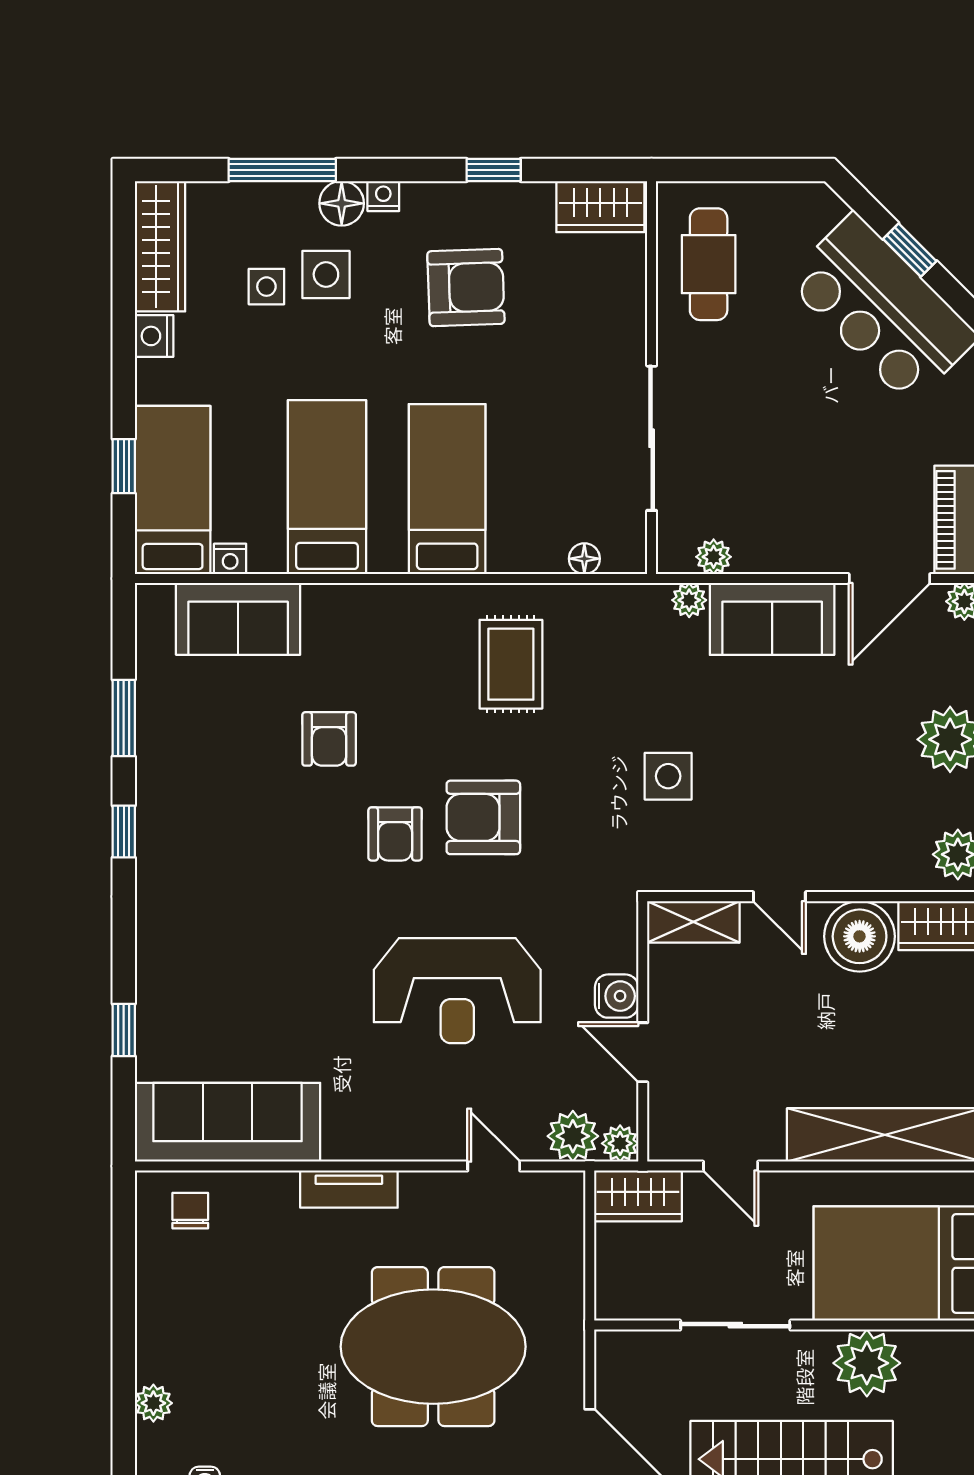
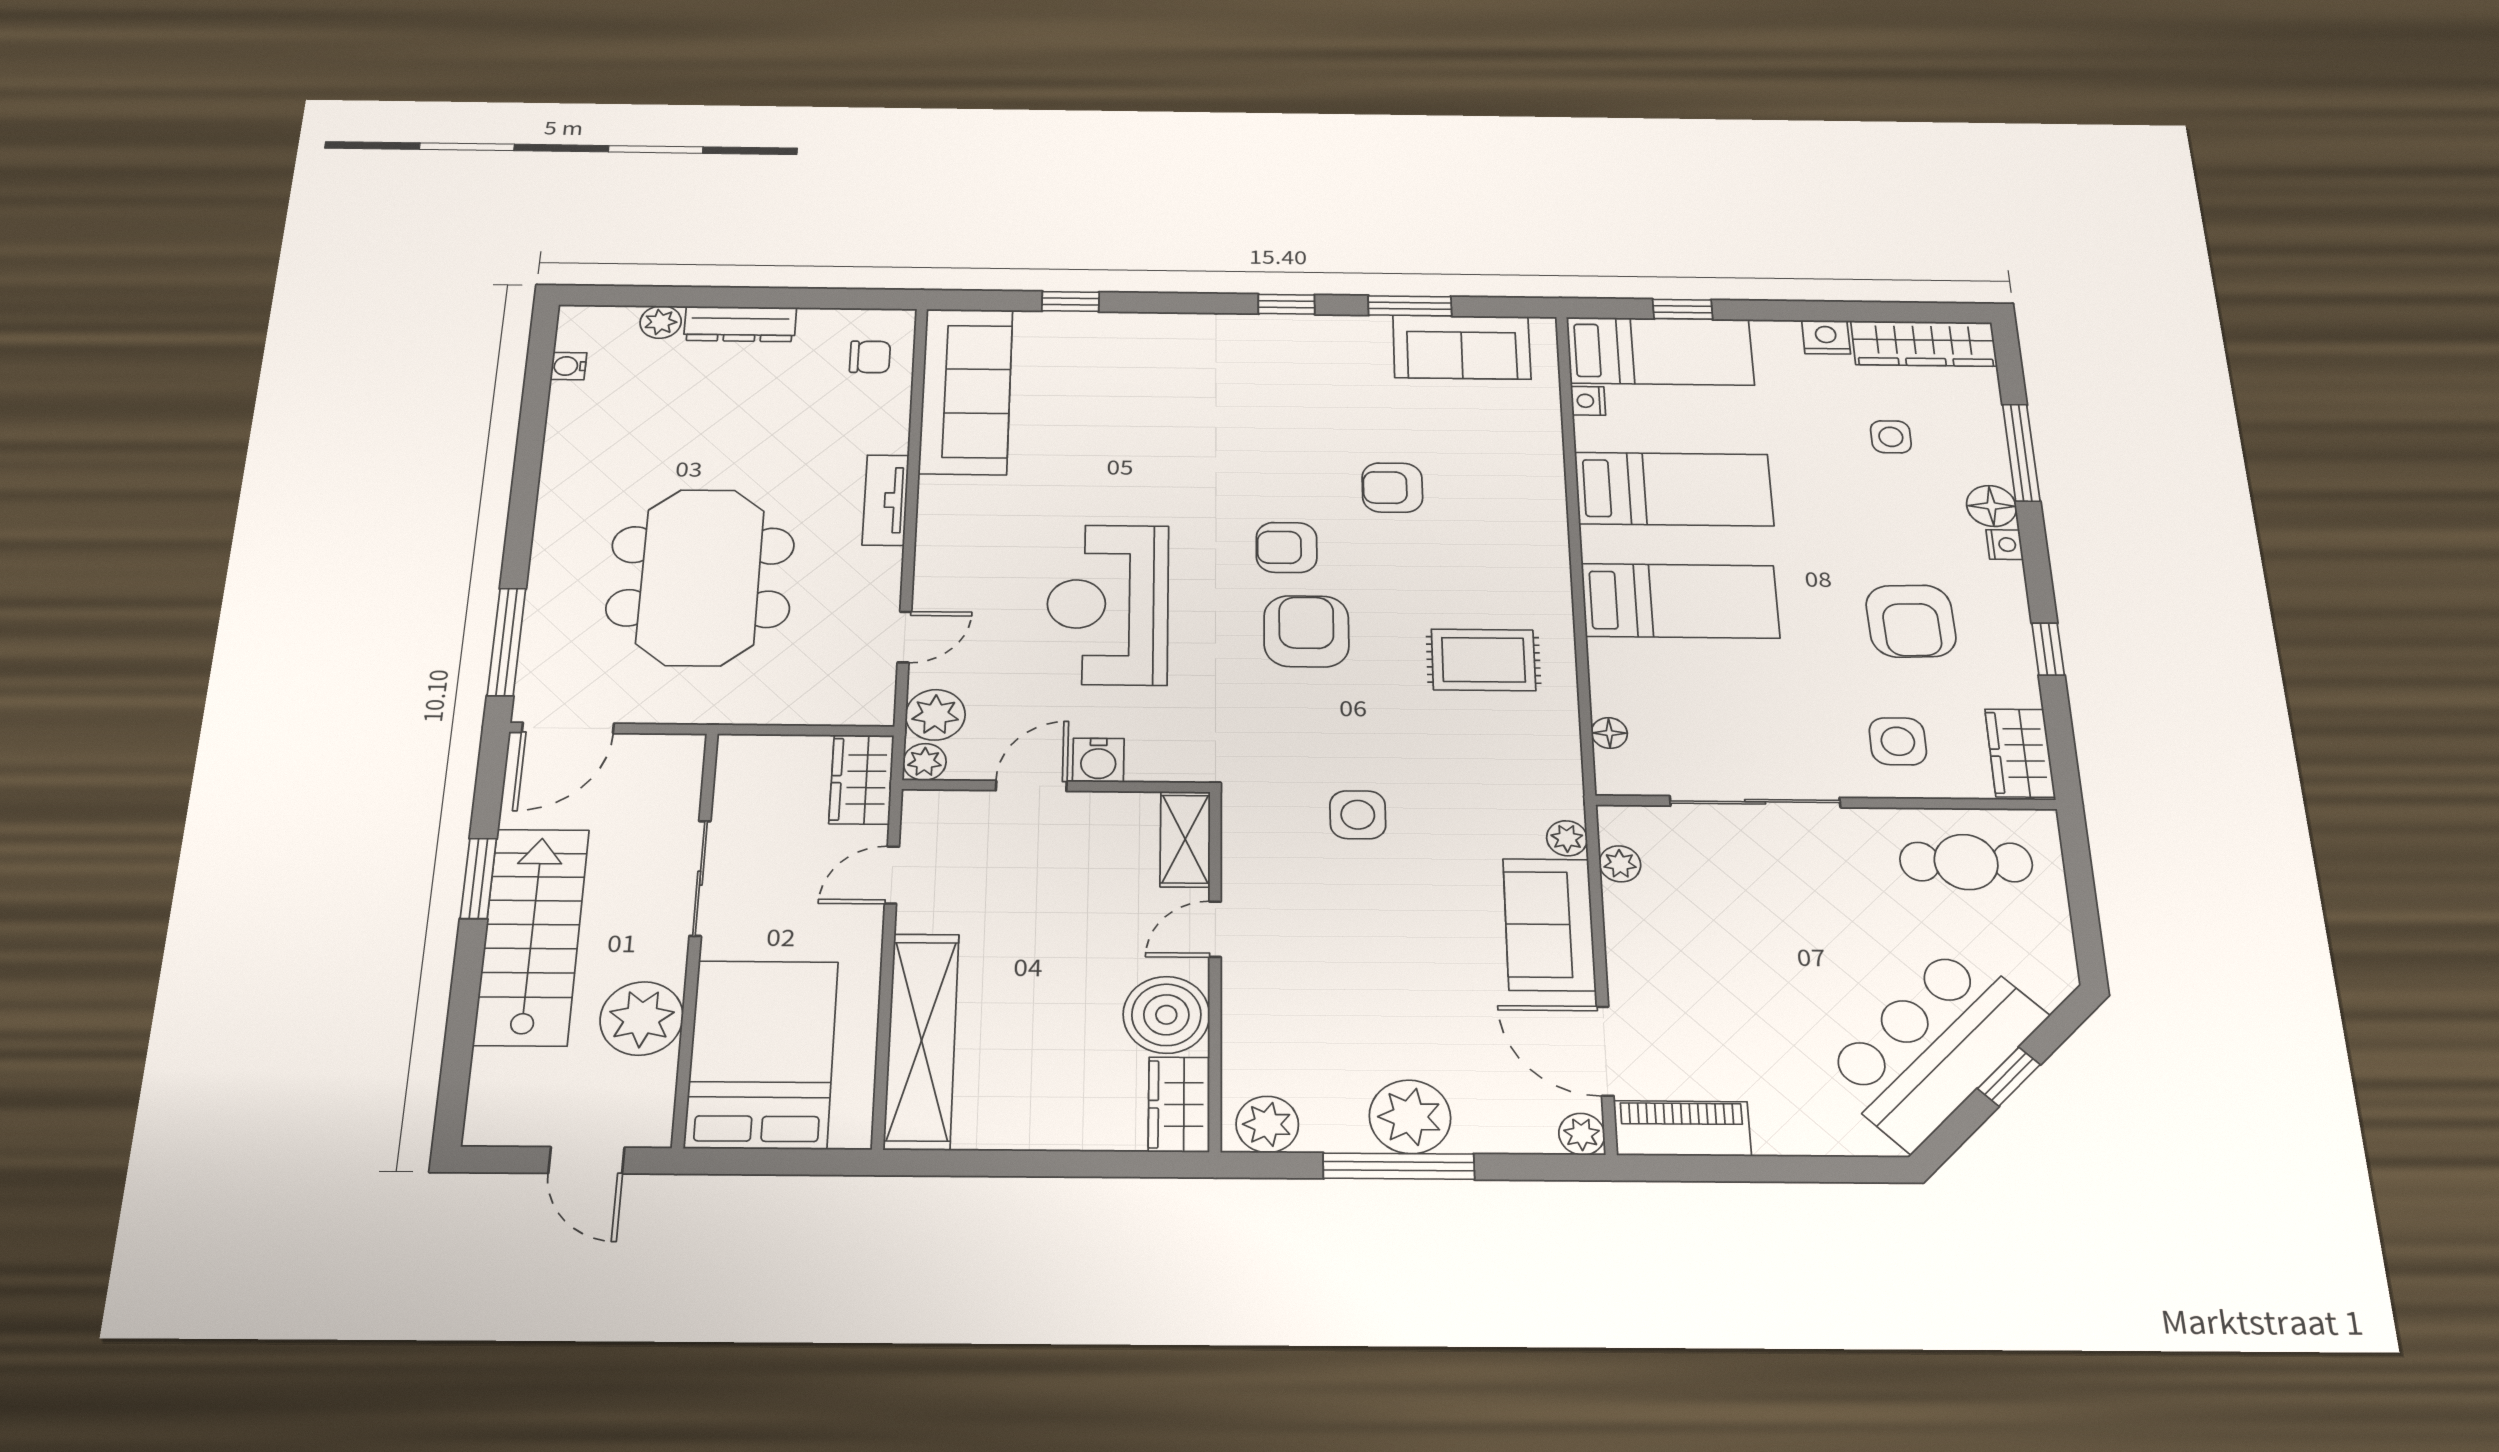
side table: (326, 274) -> (1898, 741), moved
sofa: (238, 619) -> (1462, 347), moved, turned -90
dresser: (154, 1331) -> (740, 324), added

